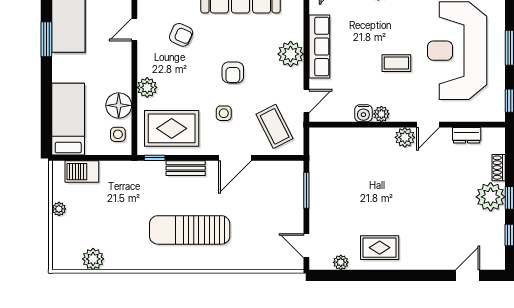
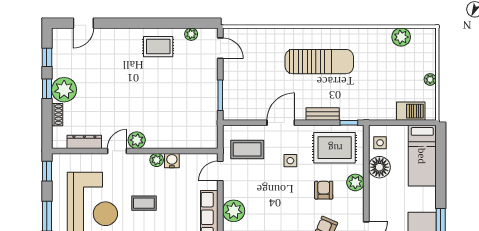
armchair: (233, 72) -> (324, 190), moved
coffee table: (275, 126) -> (247, 149), turned -63
dresser: (467, 135) -> (84, 142), width x1.44

